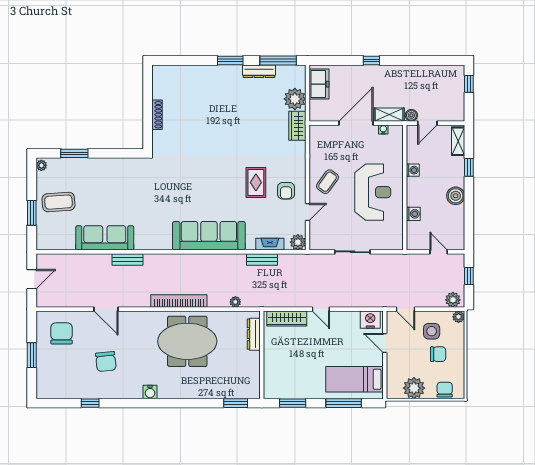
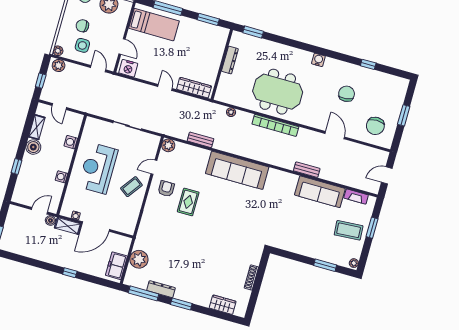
wardrobe: (297, 126) -> (223, 305), moved, turned -90
shelving: (458, 141) -> (37, 127), moved
fireplace: (270, 244) -> (356, 197), moved
dresser: (254, 334) -> (230, 60), moved

